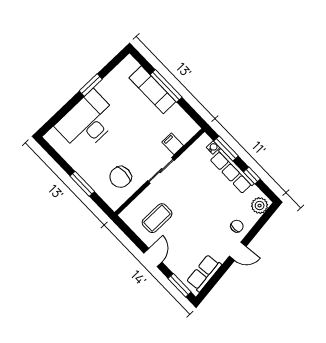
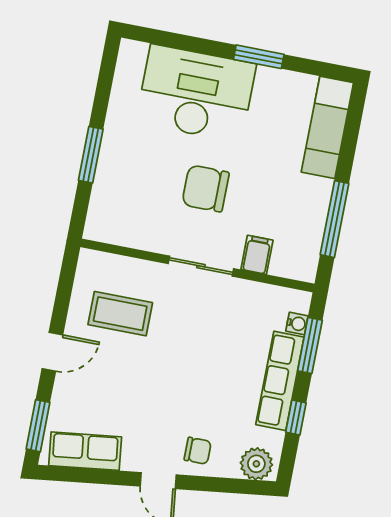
window: (166, 86) -> (334, 219), moved
exam couch: (152, 90) -> (327, 127), moved
chair: (120, 177) -> (206, 188), moved

